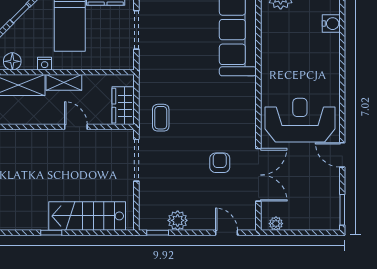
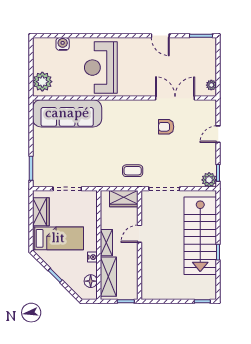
reception desk: (300, 120) -> (101, 68), moved
door: (342, 155) -> (160, 36), hinge flipped
stairs: (87, 216) -> (200, 236), width x1.36, depth x1.51
plant: (178, 220) -> (209, 180), moved
door: (227, 233) -> (218, 134), moved

